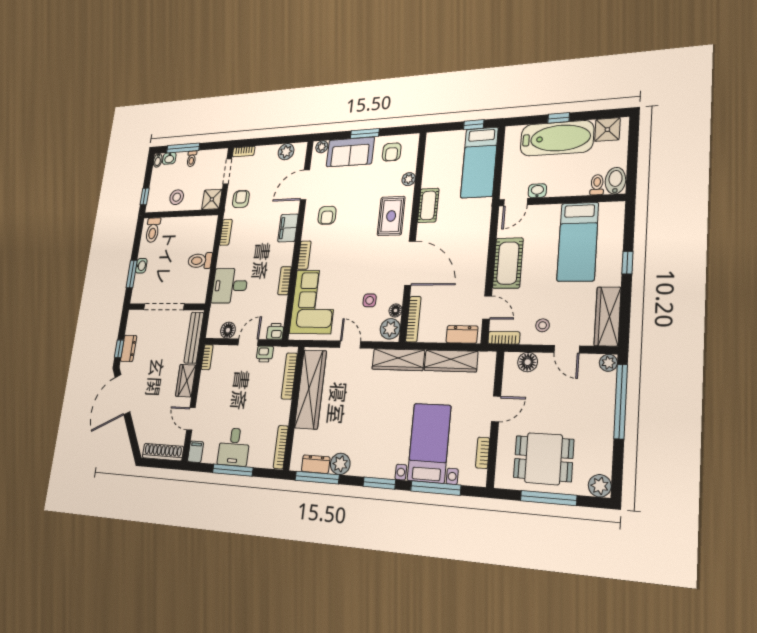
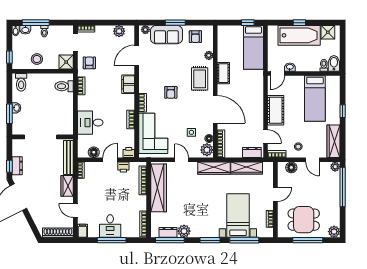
armchair: (327, 215) -> (171, 92), moved
toilet: (200, 261) -> (64, 86), moved

